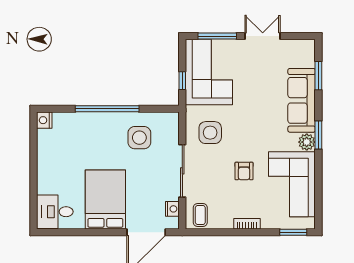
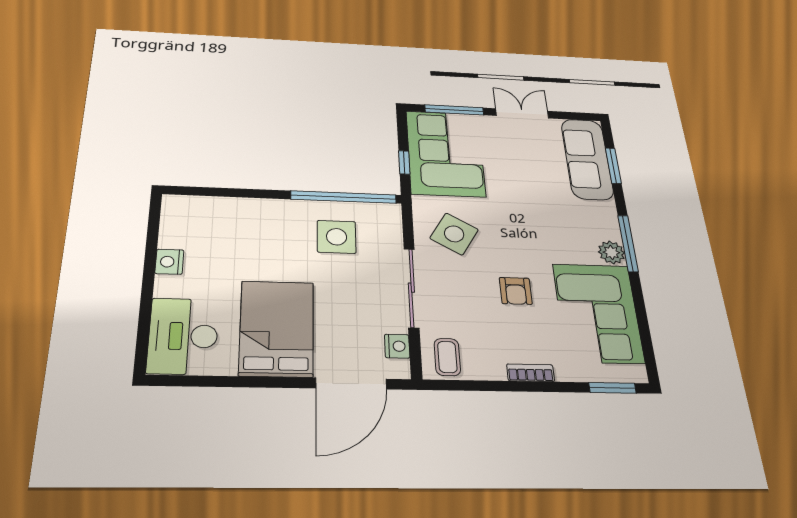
sofa: (302, 100) -> (587, 159), moved
window: (107, 109) -> (344, 197), moved
nightstand: (44, 120) -> (169, 262), moved
side table: (210, 133) -> (454, 234), turned 31
window: (318, 135) -> (628, 243), width x1.44
desk: (55, 212) -> (183, 336), width x1.37

